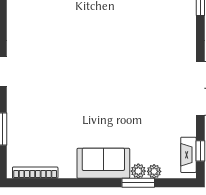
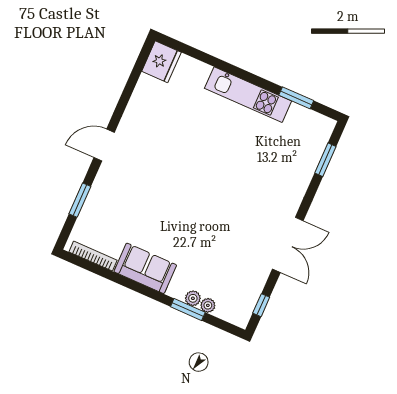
fireplace: (188, 155) -> (248, 304), removed
sofa: (103, 163) -> (145, 268), moved

